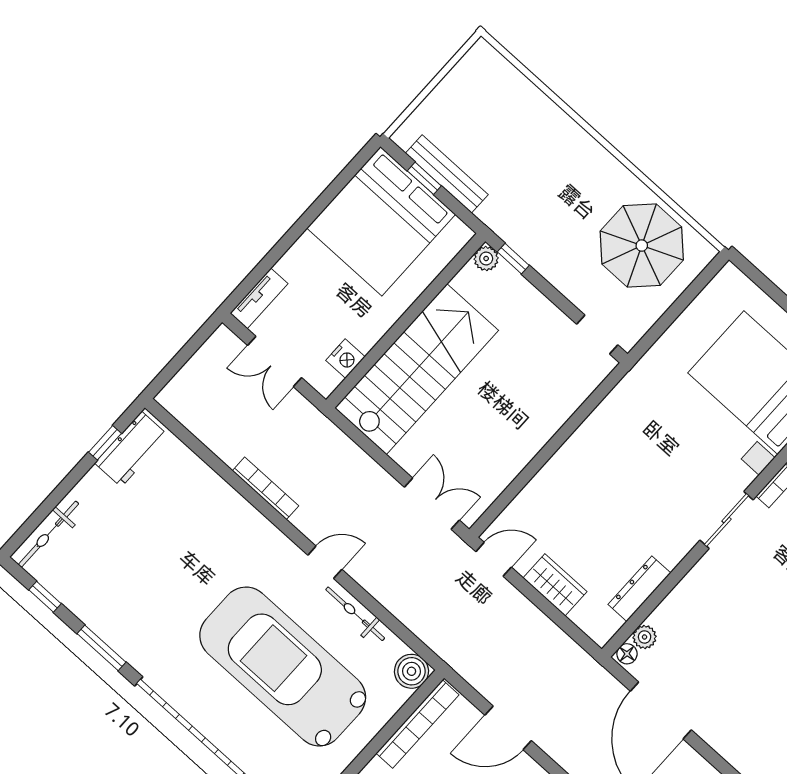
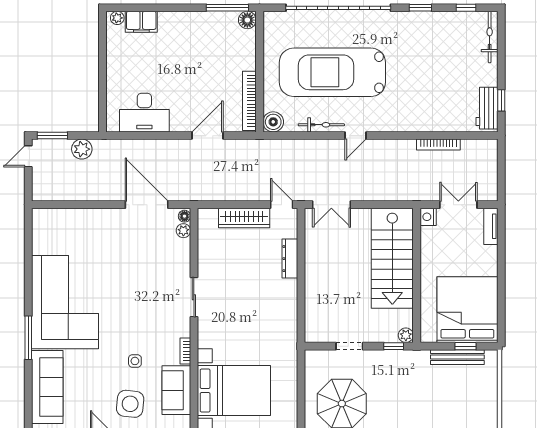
doorway: (597, 335) -> (349, 346), moved
nightstand: (345, 359) -> (428, 217), moved
bookcase: (266, 488) -> (438, 145), moved
sliding door: (726, 520) -> (194, 297), moved
door: (494, 559) -> (282, 205), swing flipped
wardrobe: (555, 585) -> (244, 218), width x1.50
dresser: (639, 589) -> (290, 259), moved, turned 180
window: (101, 648) -> (420, 8), width x0.67
car: (283, 666) -> (332, 72), turned 180

